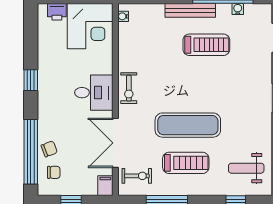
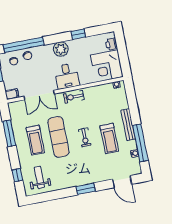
window: (31, 80) -> (78, 34), moved
plant: (49, 94) -> (61, 49), added
double door: (115, 143) -> (39, 95), swing flipped
exercise bike: (137, 176) -> (85, 137), moved

